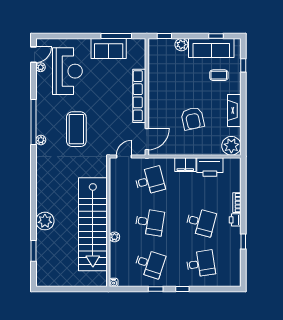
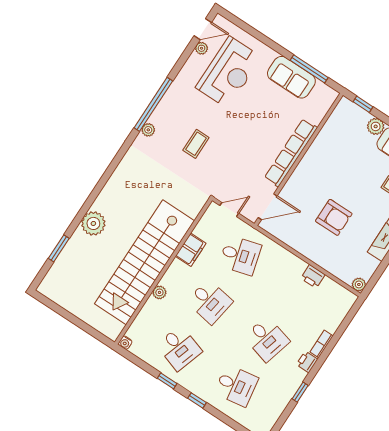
armchair: (193, 119) -> (334, 217), turned -78
coffee table: (76, 129) -> (196, 144), width x0.54, depth x0.58
plant: (231, 146) -> (359, 284), width x0.53, depth x0.53
filing cabinet: (185, 165) -> (191, 250), moved, turned -90
printer: (210, 167) -> (313, 276), width x0.53, depth x0.68

